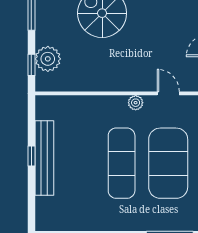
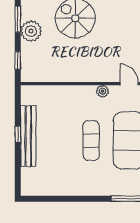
plant: (48, 59) -> (31, 31), moved
exercise mat: (122, 163) -> (91, 140), width x0.73, depth x0.69

